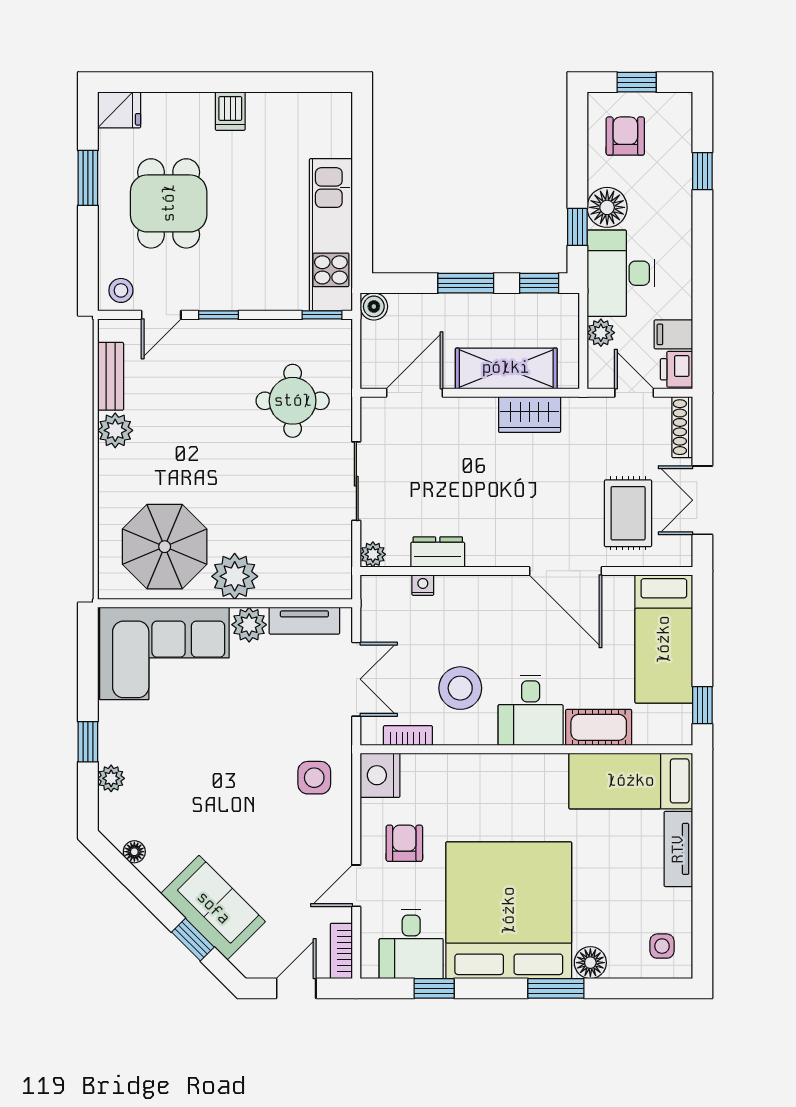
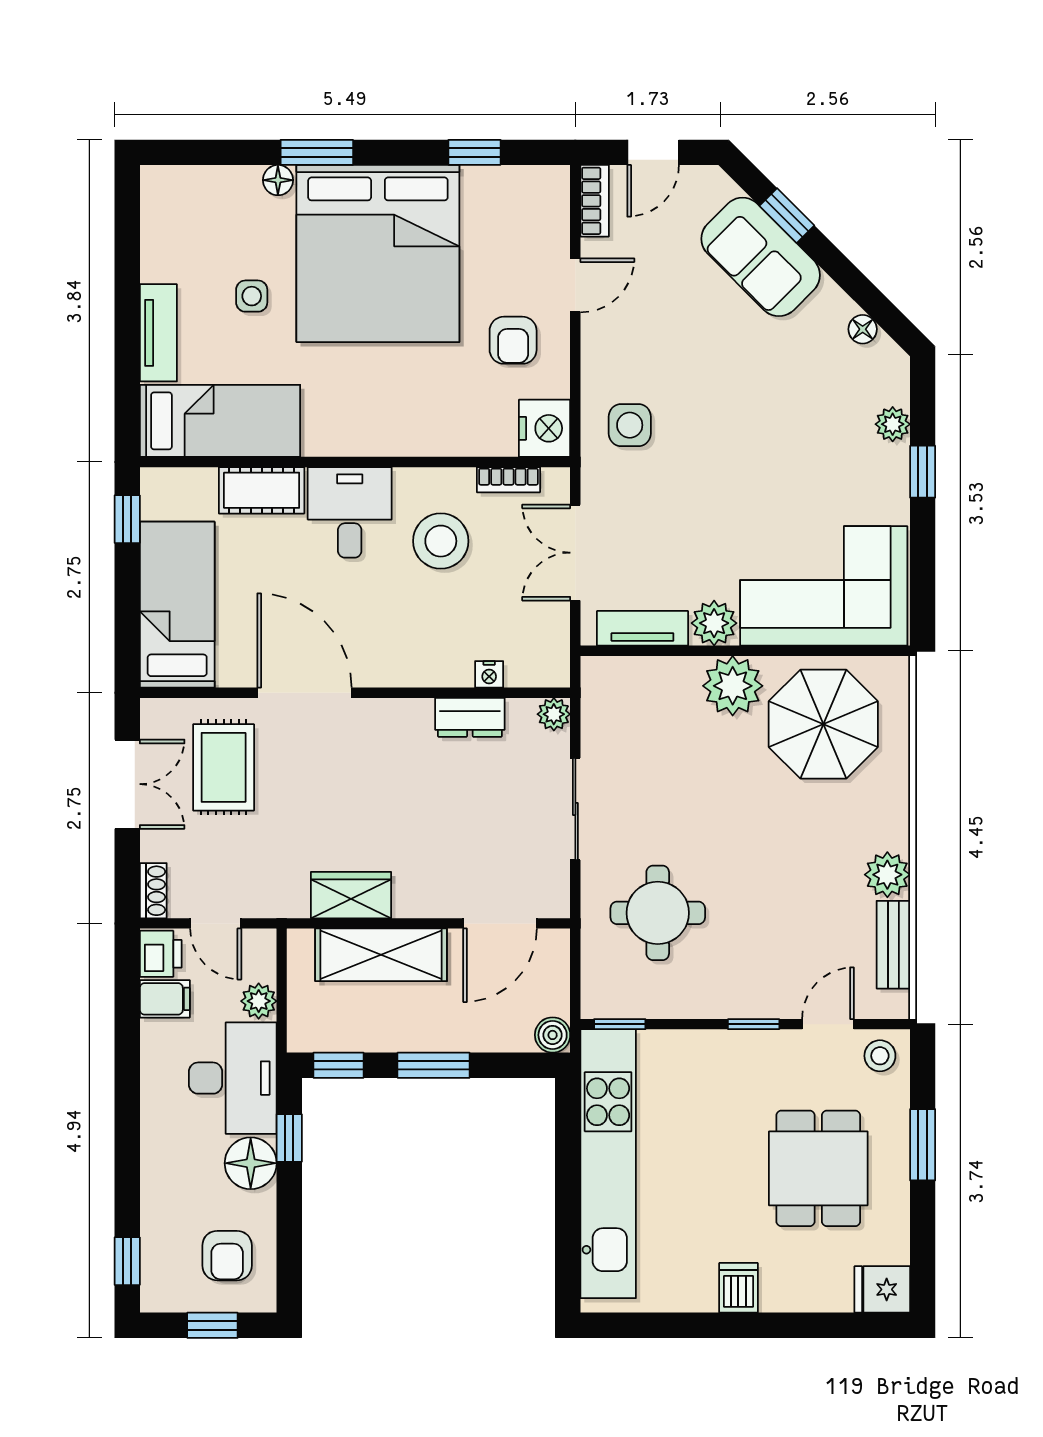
window: (702, 171) -> (127, 1261), moved
window: (88, 178) -> (923, 1145), moved
kitchen unit: (331, 235) -> (608, 1164), width x1.36
shoe rack: (682, 427) -> (153, 891), width x0.70
desk: (411, 944) -> (504, 210), removed
side table: (662, 946) -> (252, 296), moved
floor lamp: (590, 963) -> (278, 180), width x0.73, depth x0.73

